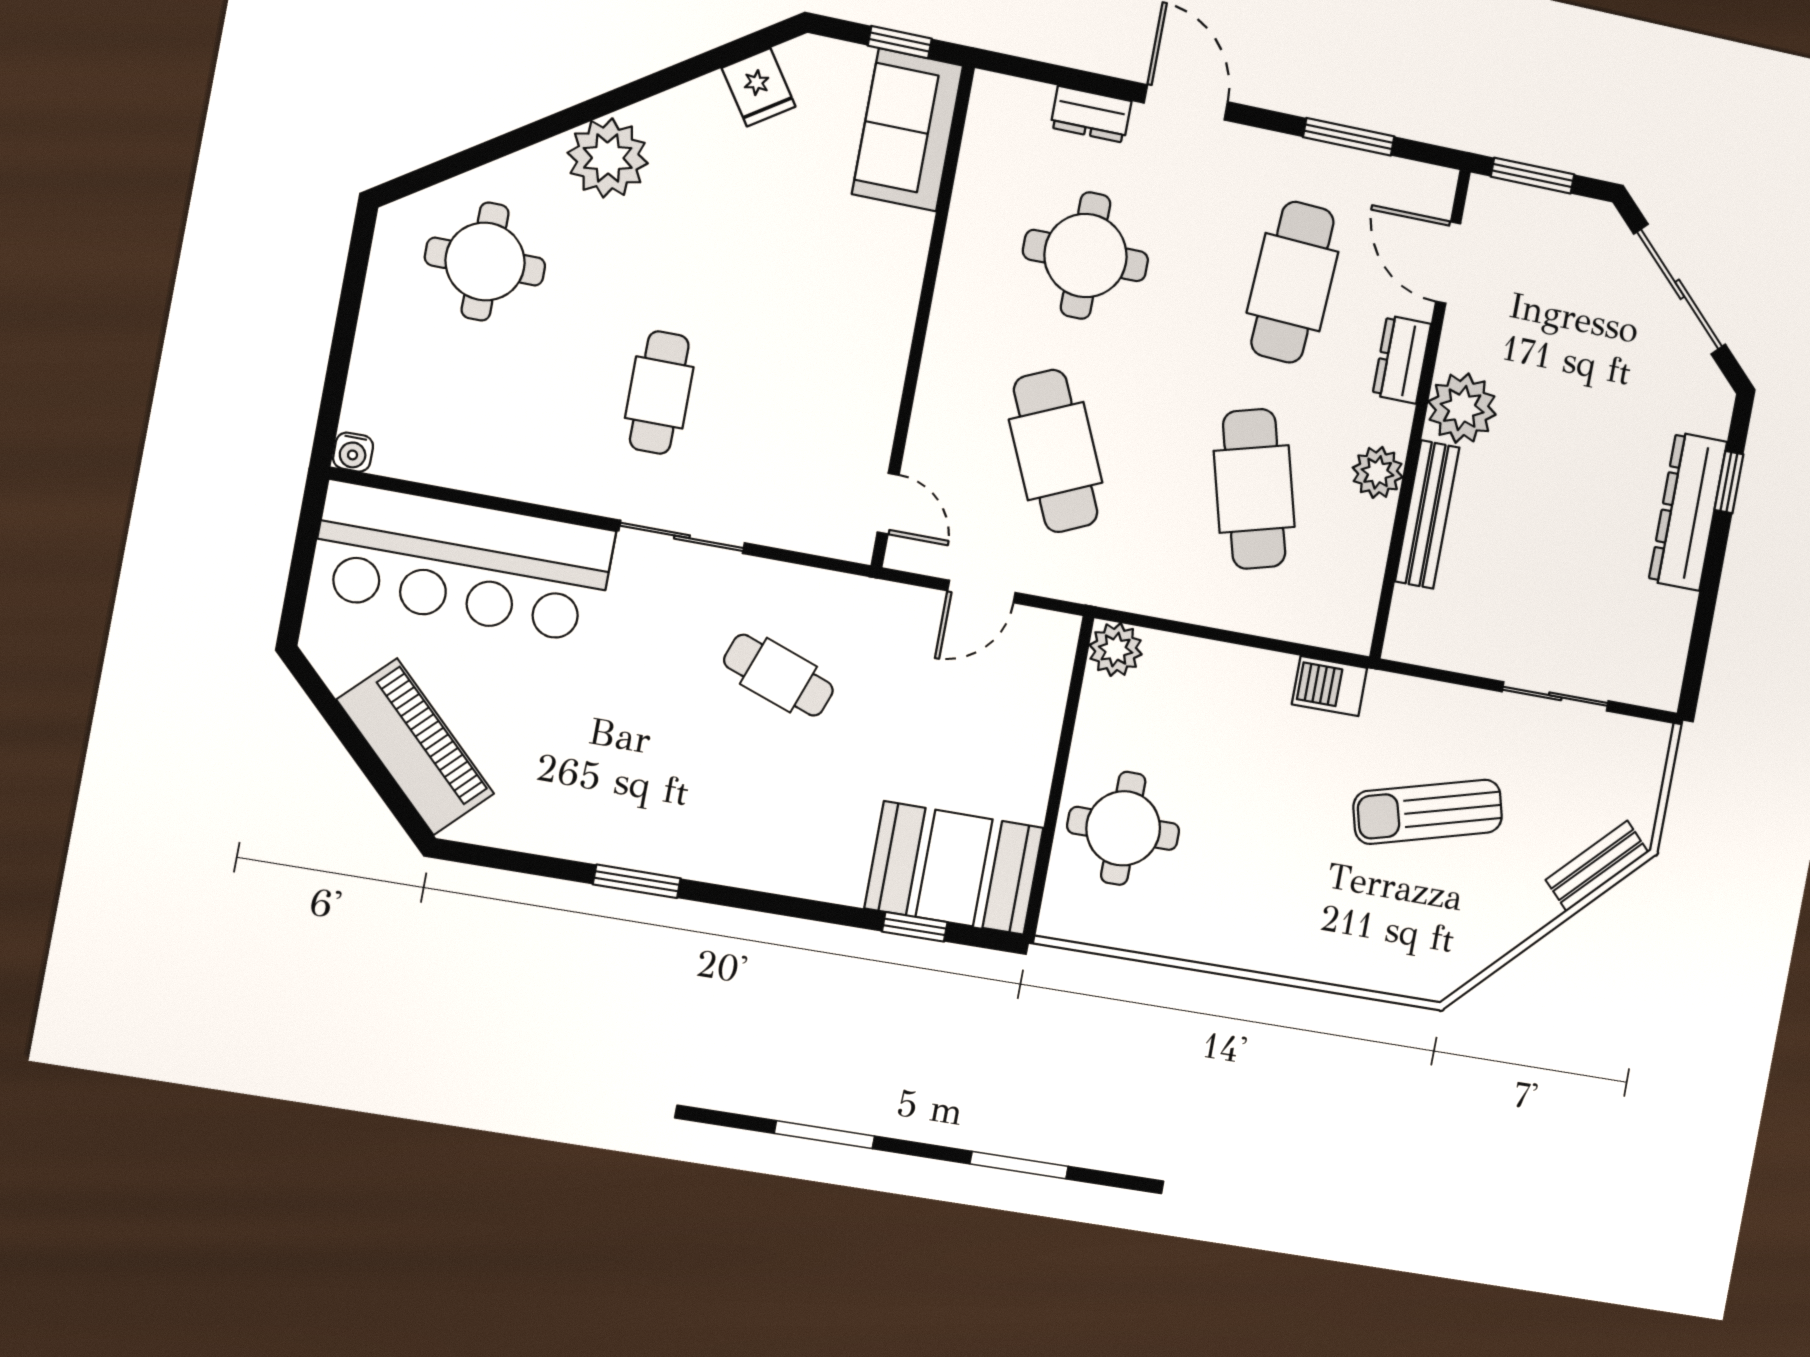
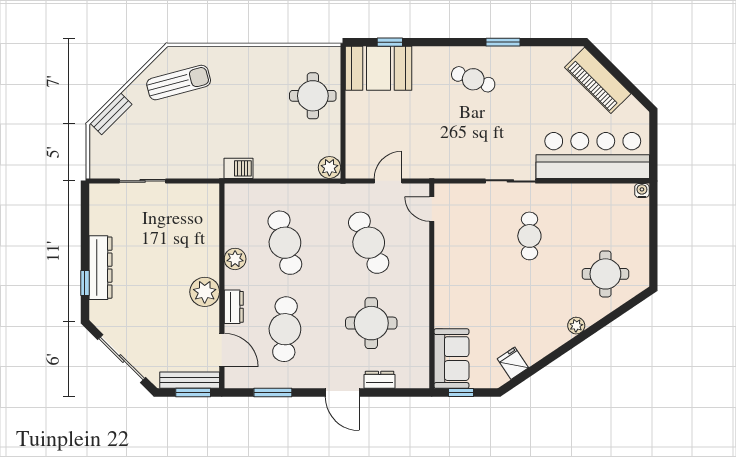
plant: (608, 158) -> (576, 326), width x0.53, depth x0.53
bench: (1427, 514) -> (190, 380), moved, turned 90
cafe table: (779, 675) -> (473, 79), moved
sun lounger: (1428, 812) -> (179, 83), moved

